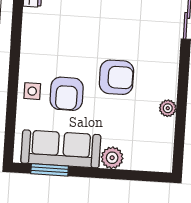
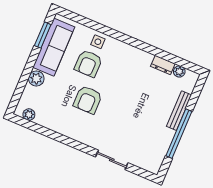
armchair: (67, 94) -> (88, 63), turned -90
plant: (168, 108) -> (29, 115), moved

